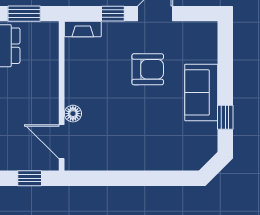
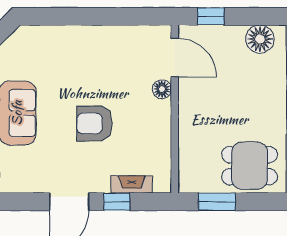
fireplace: (83, 29) -> (132, 184), moved
armchair: (148, 69) -> (95, 123), moved

